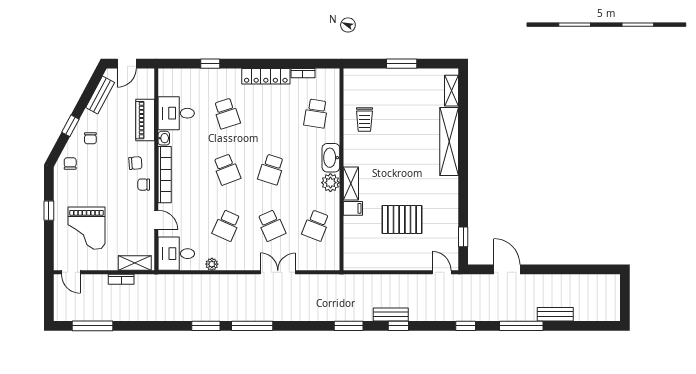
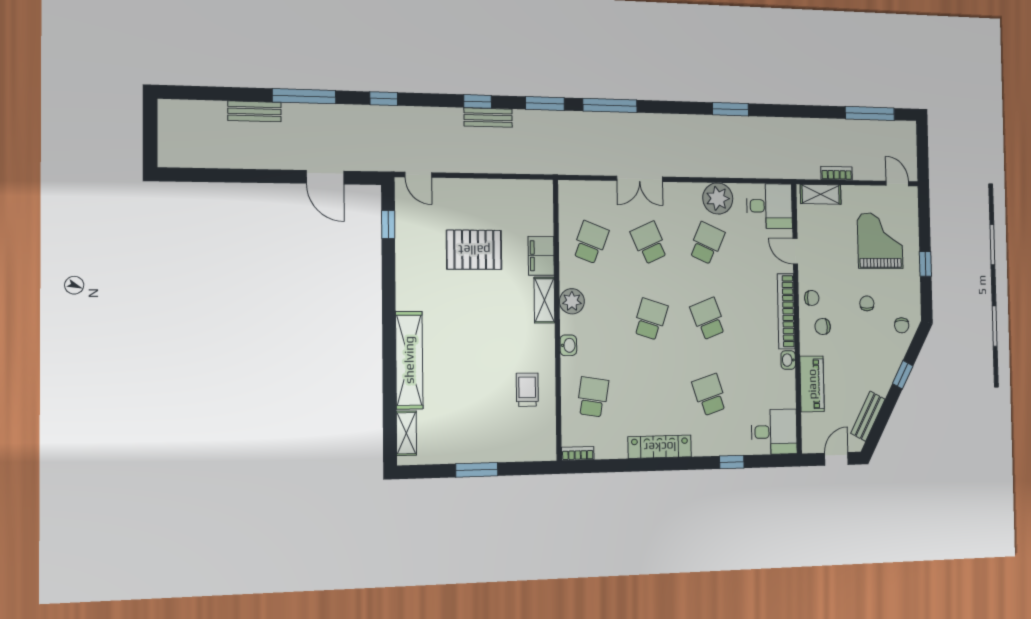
bookcase: (303, 73) -> (578, 453), moved
desk: (176, 113) -> (774, 432), moved
chair: (90, 138) -> (867, 303), moved
washbasin: (331, 158) -> (568, 345), width x0.52, depth x0.69
filing cabinet: (353, 208) -> (541, 256), width x2.00
plant: (212, 264) -> (718, 198), width x1.88, depth x1.88
window: (252, 326) -> (610, 106), moved

